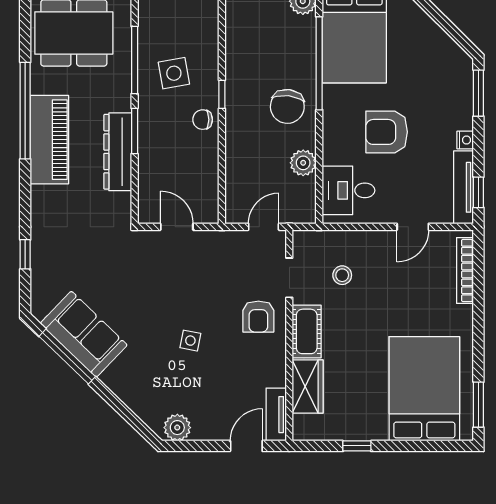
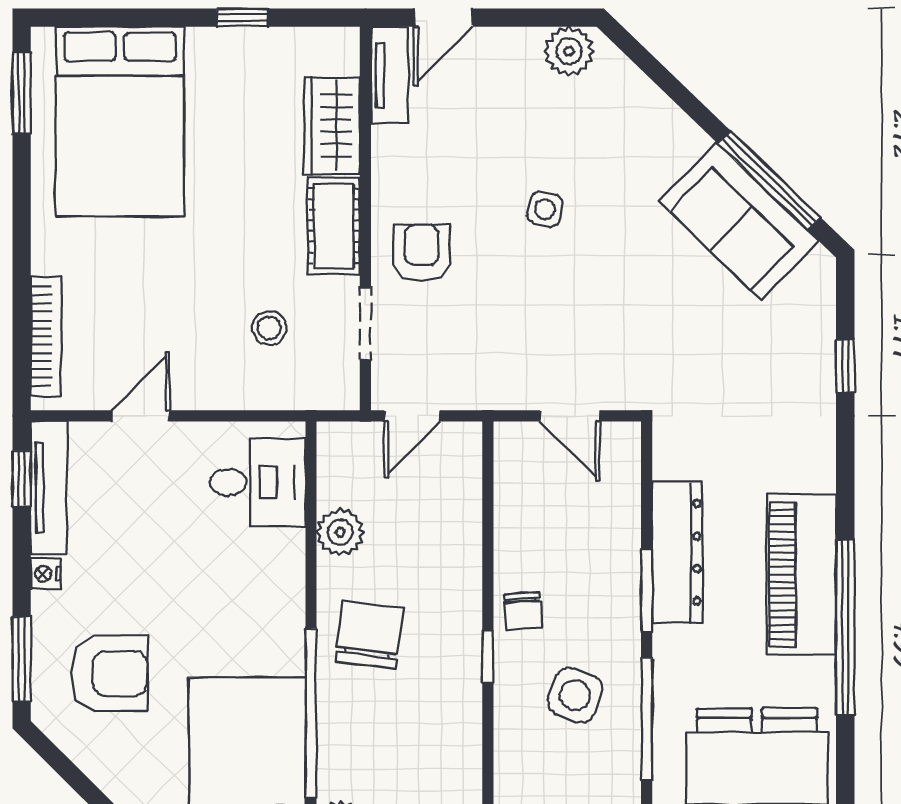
side table: (174, 73) -> (575, 695), turned 30
chair: (203, 120) -> (523, 611), turned 86
armchair: (387, 132) -> (109, 673), moved

